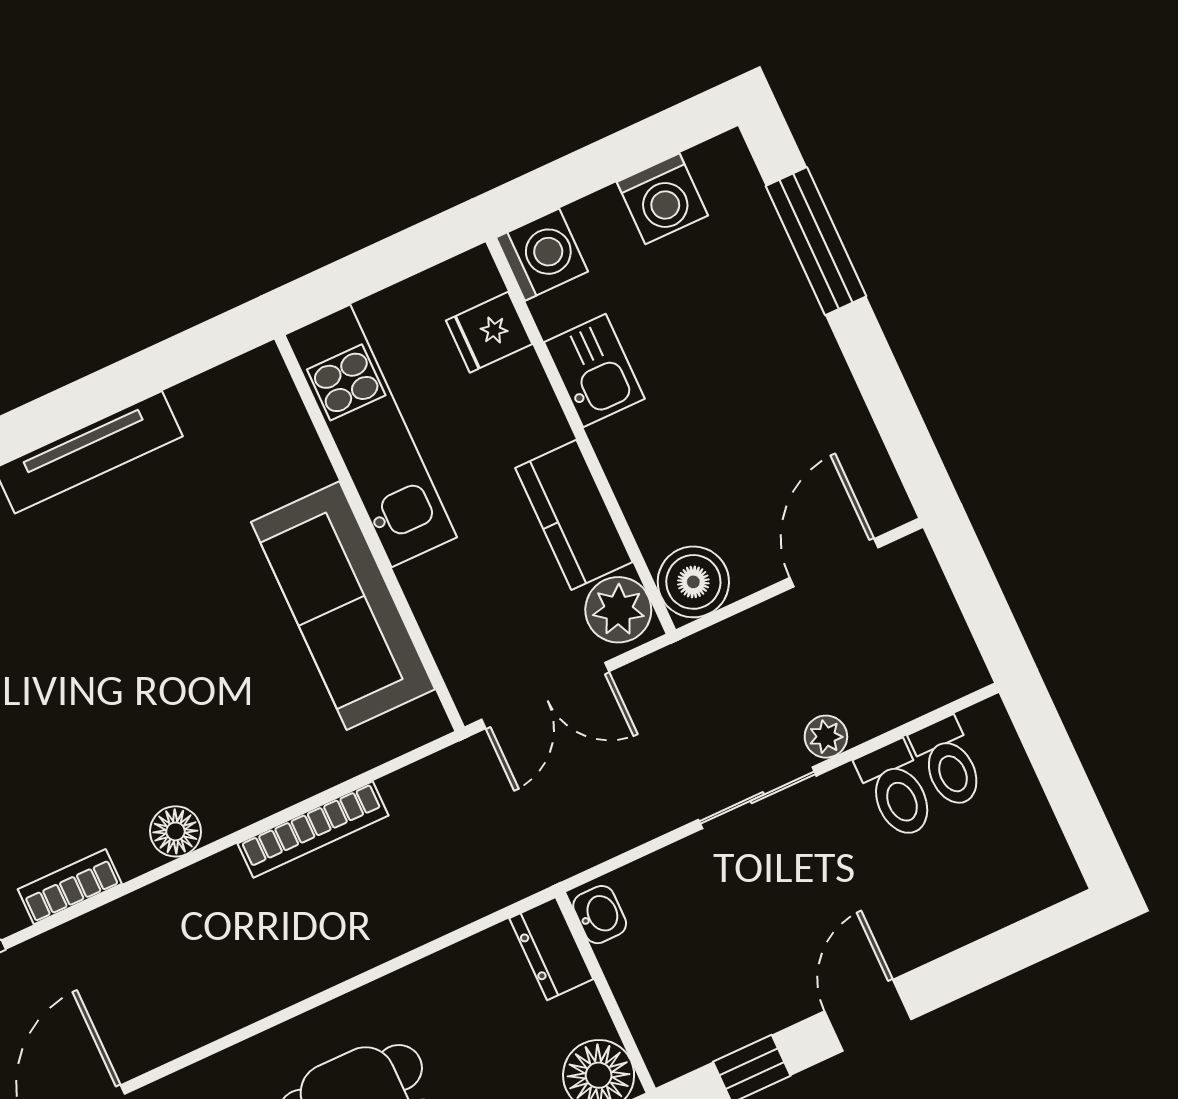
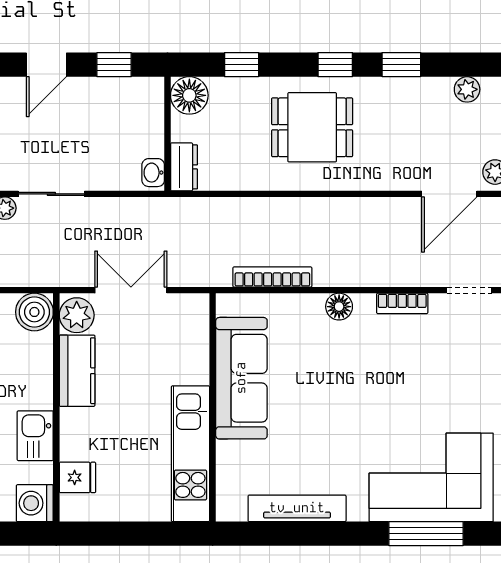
kitchen unit: (371, 436) -> (190, 454), moved
wall: (369, 533) -> (213, 407), moved
sofa: (343, 606) -> (241, 378), moved

